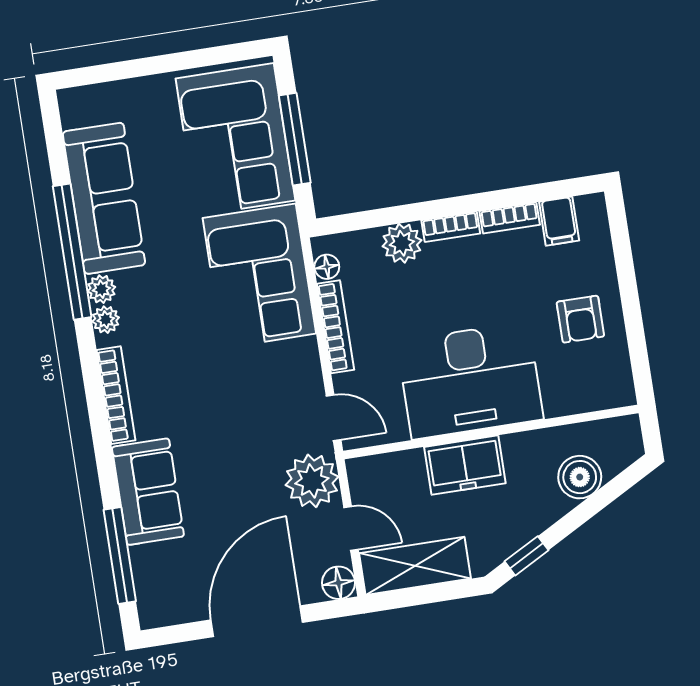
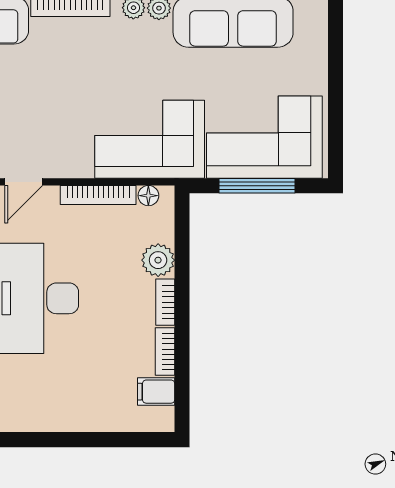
armchair: (580, 319) -> (73, 397), removed

